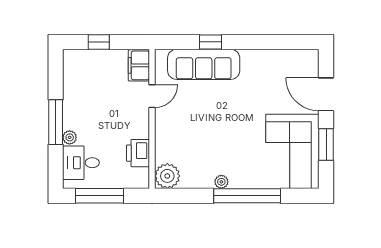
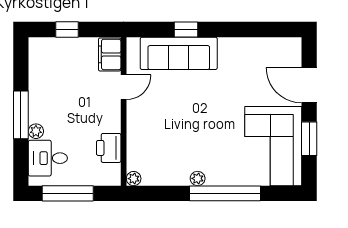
plant: (167, 176) -> (134, 179), width x0.53, depth x0.53

